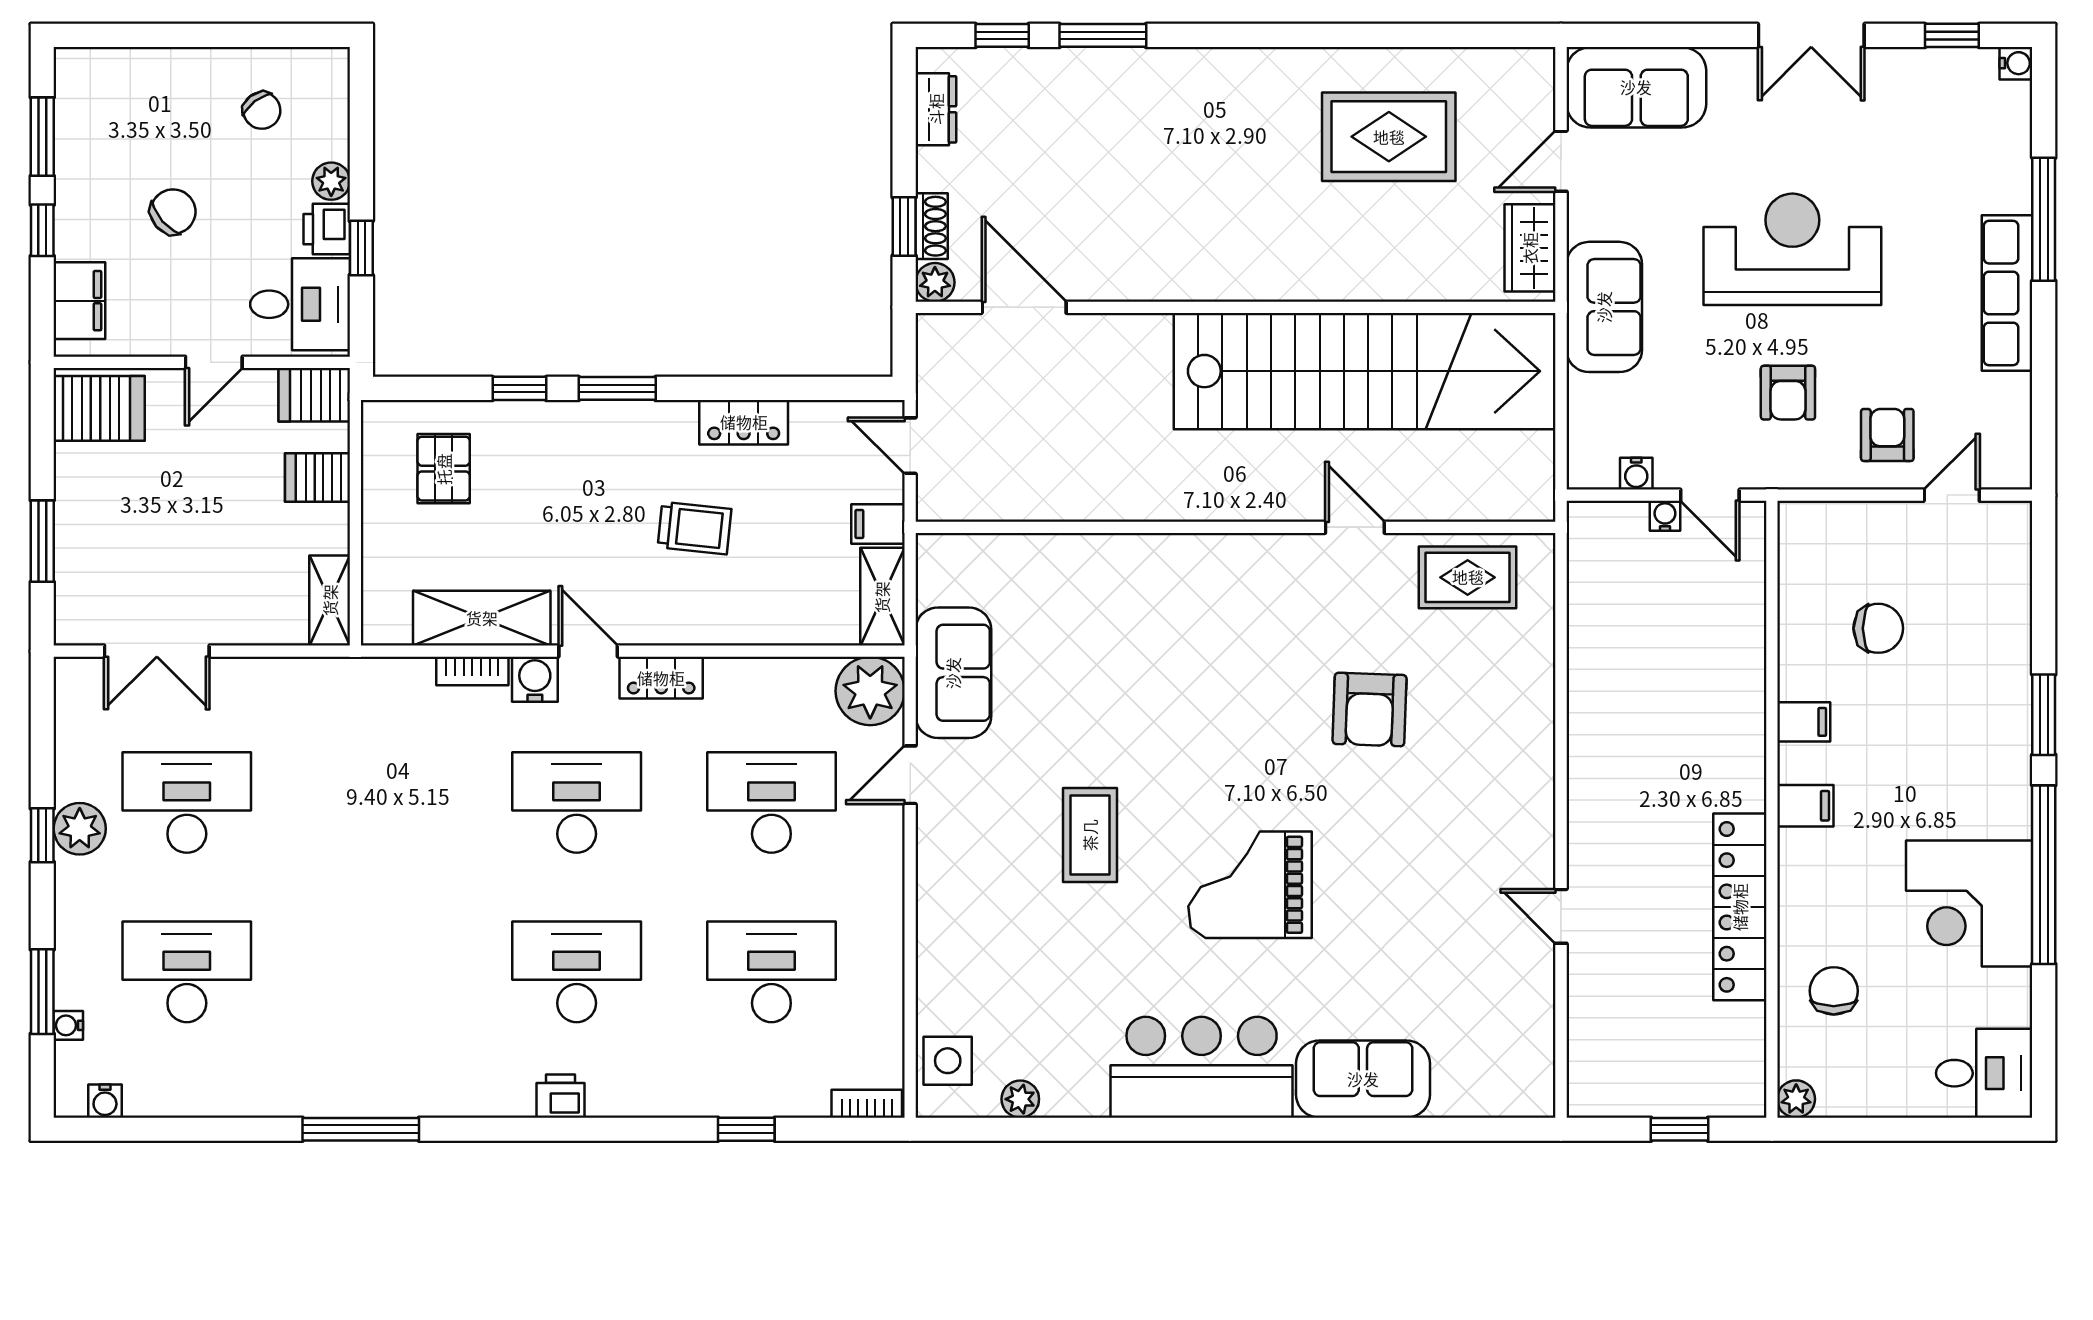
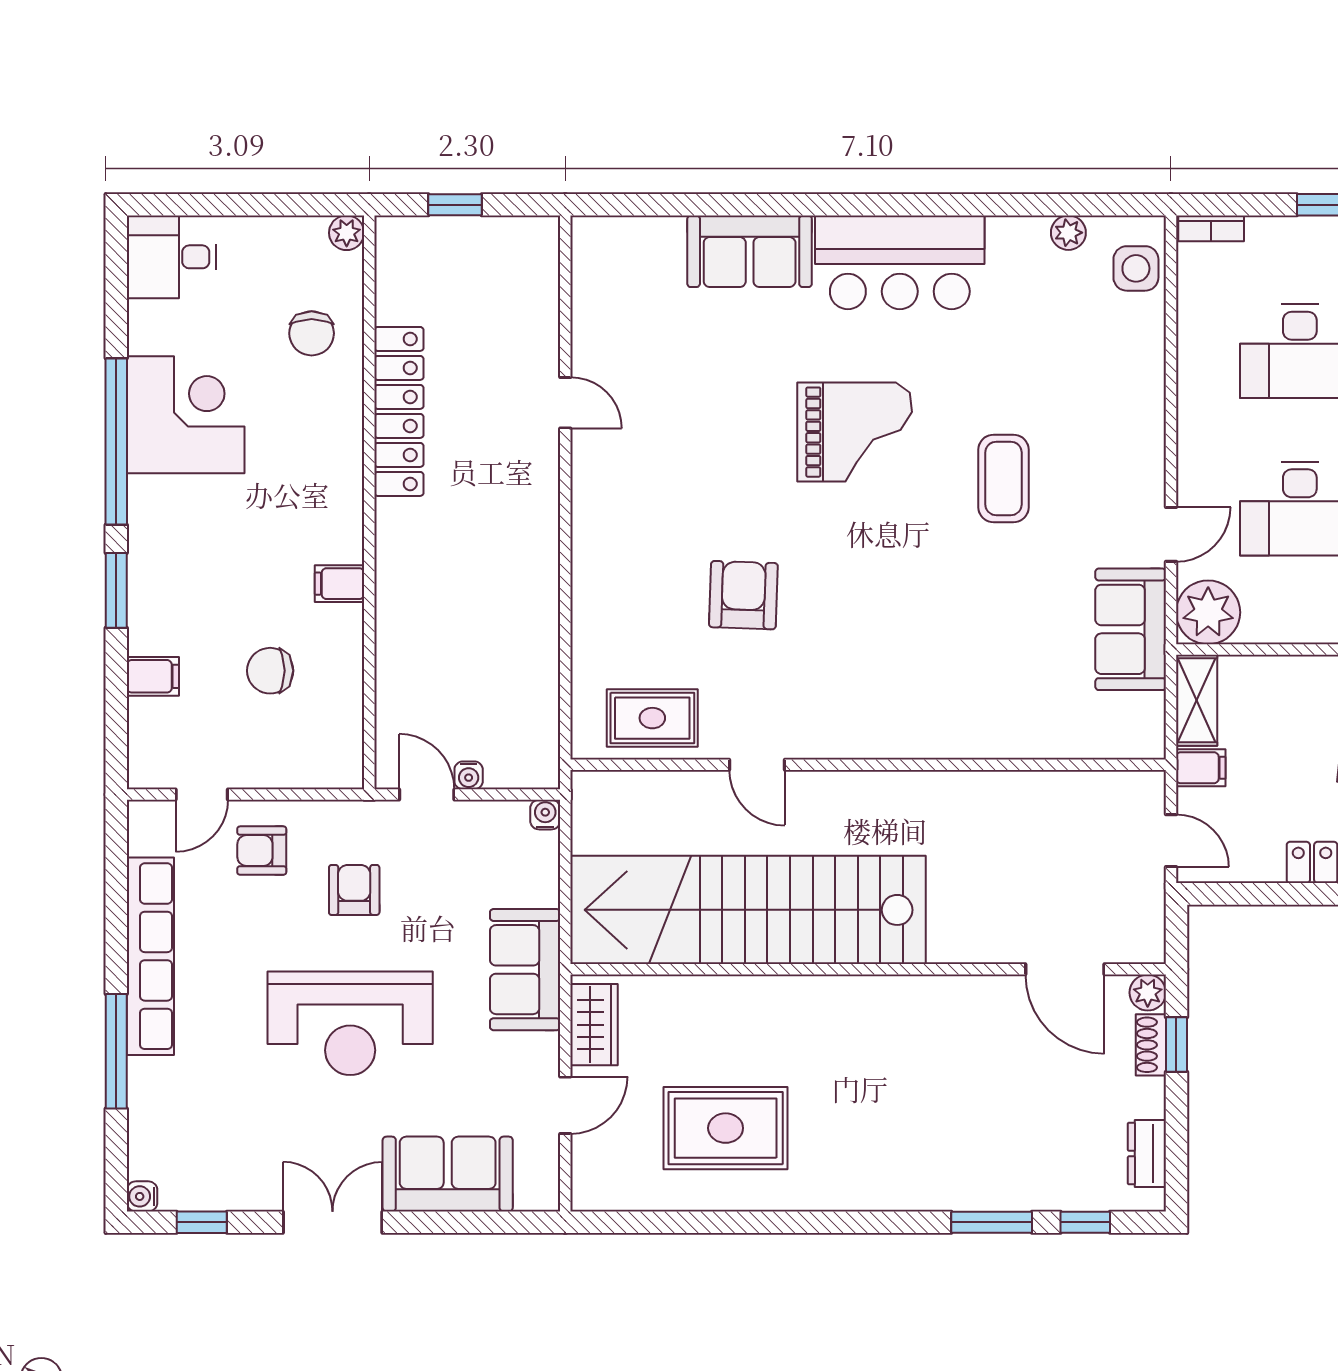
sofa: (1636, 87) -> (448, 1174), moved
row of seats: (2007, 293) -> (150, 956), width x1.36
armchair: (1887, 435) -> (262, 851), turned 90
water cooler: (1636, 474) -> (545, 815), moved
filing cabinet: (1805, 806) -> (153, 676), moved, turned 180

